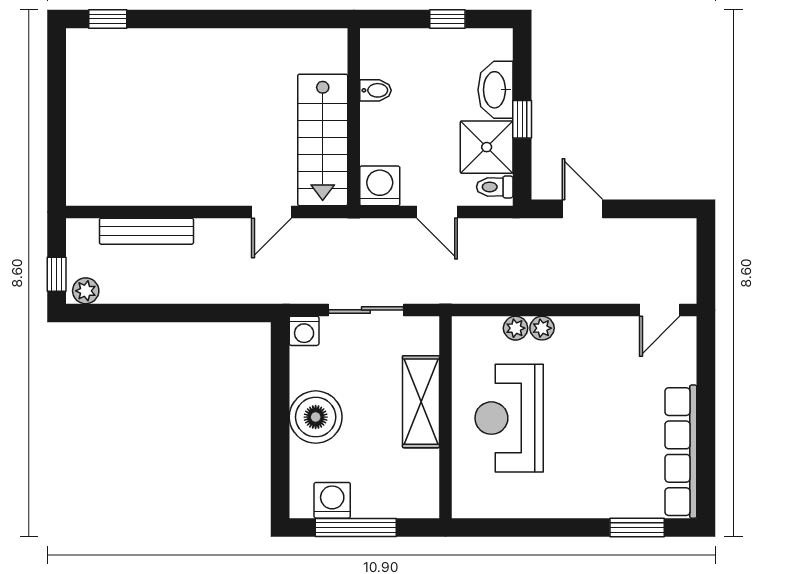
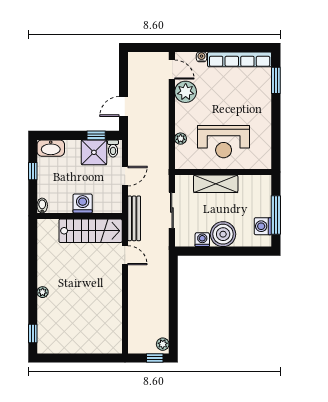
plant: (194, 40) -> (43, 292), added
bidet: (376, 90) -> (42, 206), moved
washbasin: (496, 90) -> (51, 148), moved
window: (522, 119) -> (96, 135), moved
washing machine: (380, 186) -> (83, 203), moved, turned 90
bench: (146, 231) -> (134, 218), moved
plant: (542, 328) -> (186, 92), moved, width x1.87, depth x1.87
washing machine: (304, 331) -> (202, 240), moved, turned -90
water cooler: (686, 372) -> (201, 57), added

